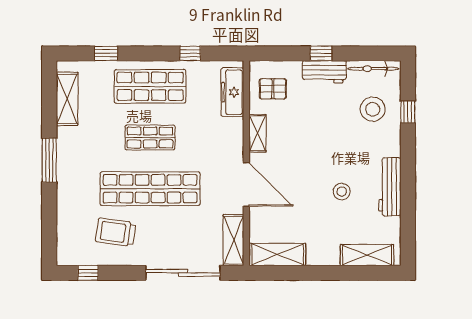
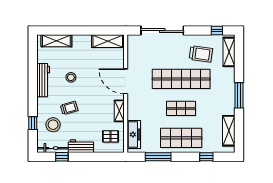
window: (190, 53) -> (158, 157), width x2.17
window: (321, 53) -> (62, 157), moved
trolley: (345, 138) -> (69, 108), added
shelving: (234, 240) -> (229, 52), moved

